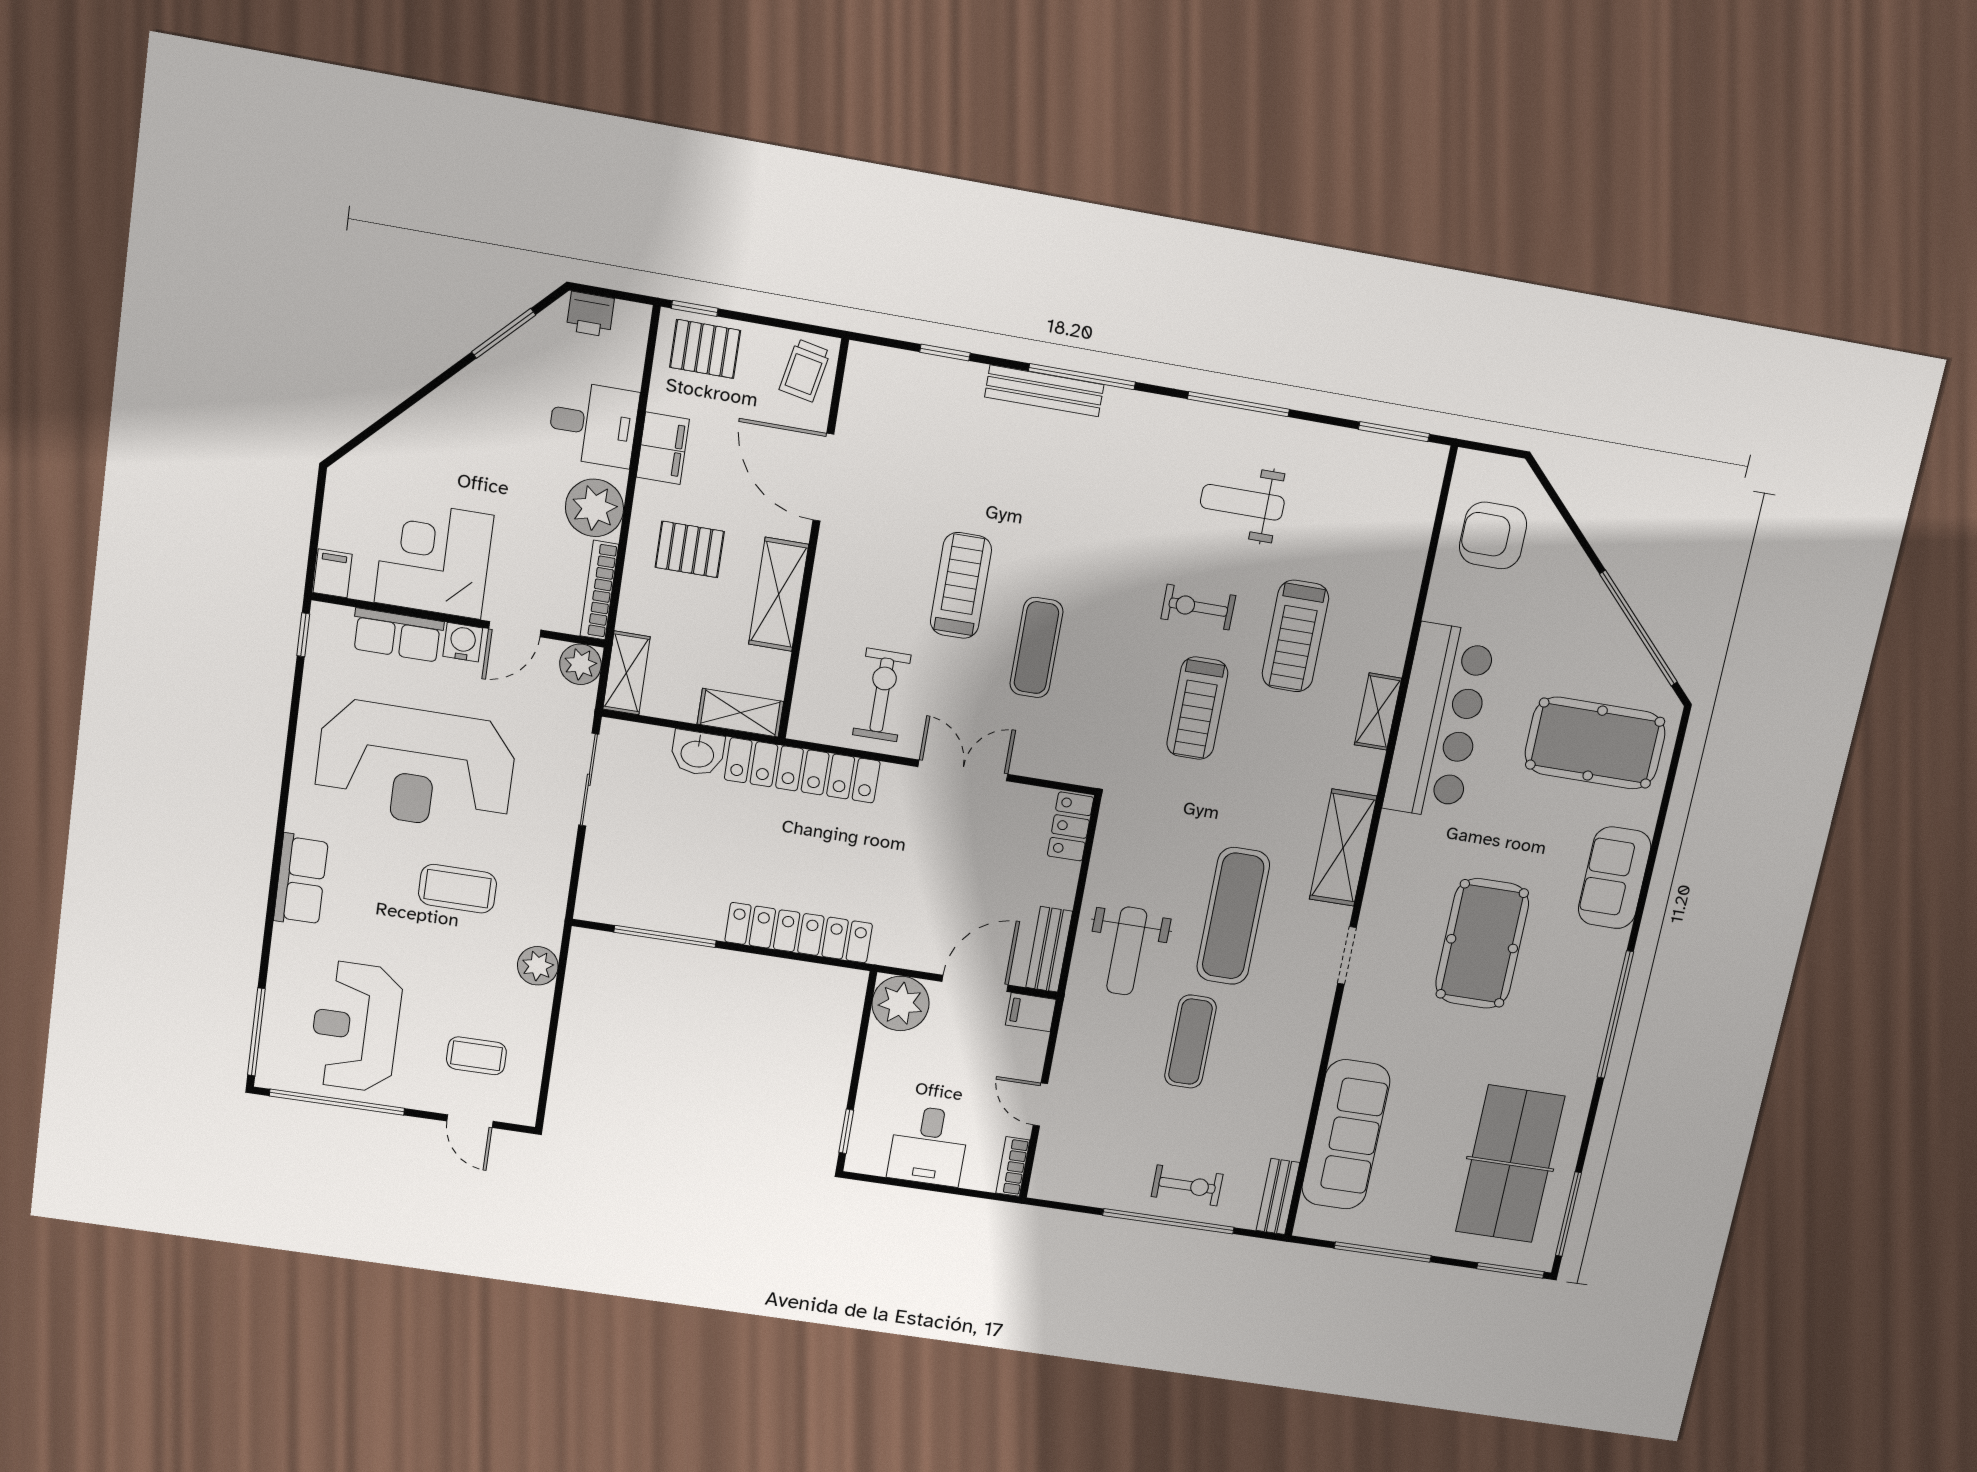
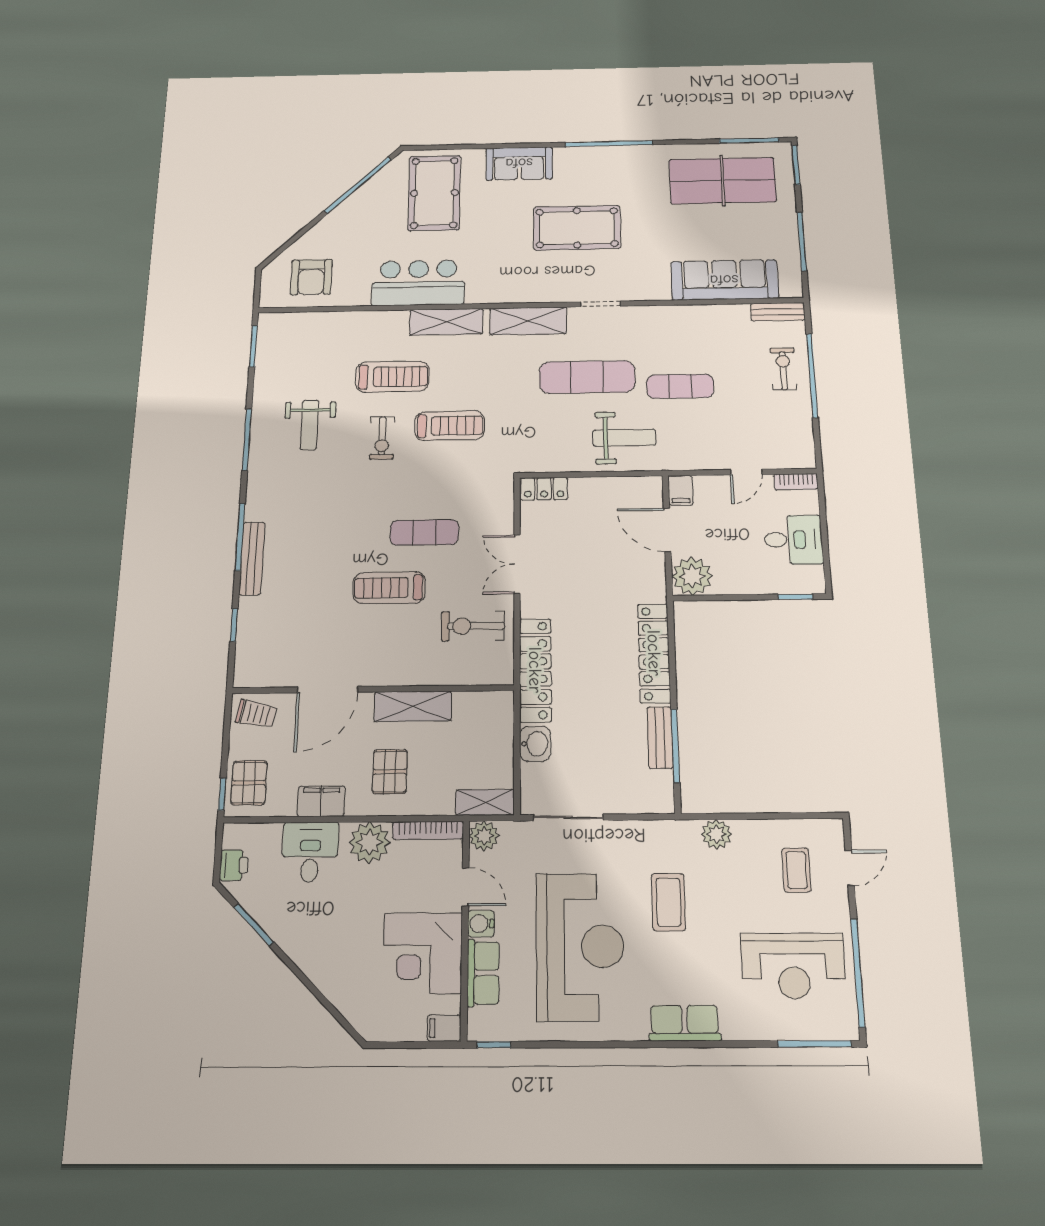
shelving: (1378, 712) -> (446, 322), width x1.50, depth x1.33
shelving: (740, 713) -> (501, 719), removed
bar counter: (1439, 722) -> (418, 283), width x0.73
bench: (1049, 949) -> (660, 738), moved, turned 90

